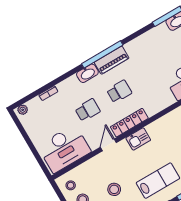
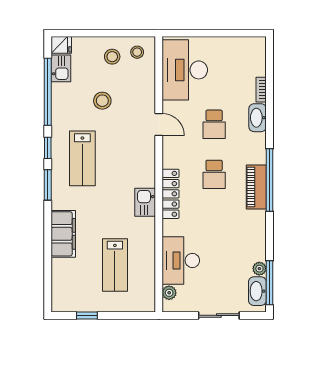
washbasin: (87, 73) -> (258, 118), moved
plant: (23, 110) -> (259, 269), moved
locker: (129, 123) -> (170, 194), moved
kitchen sink: (138, 139) -> (145, 202), moved

